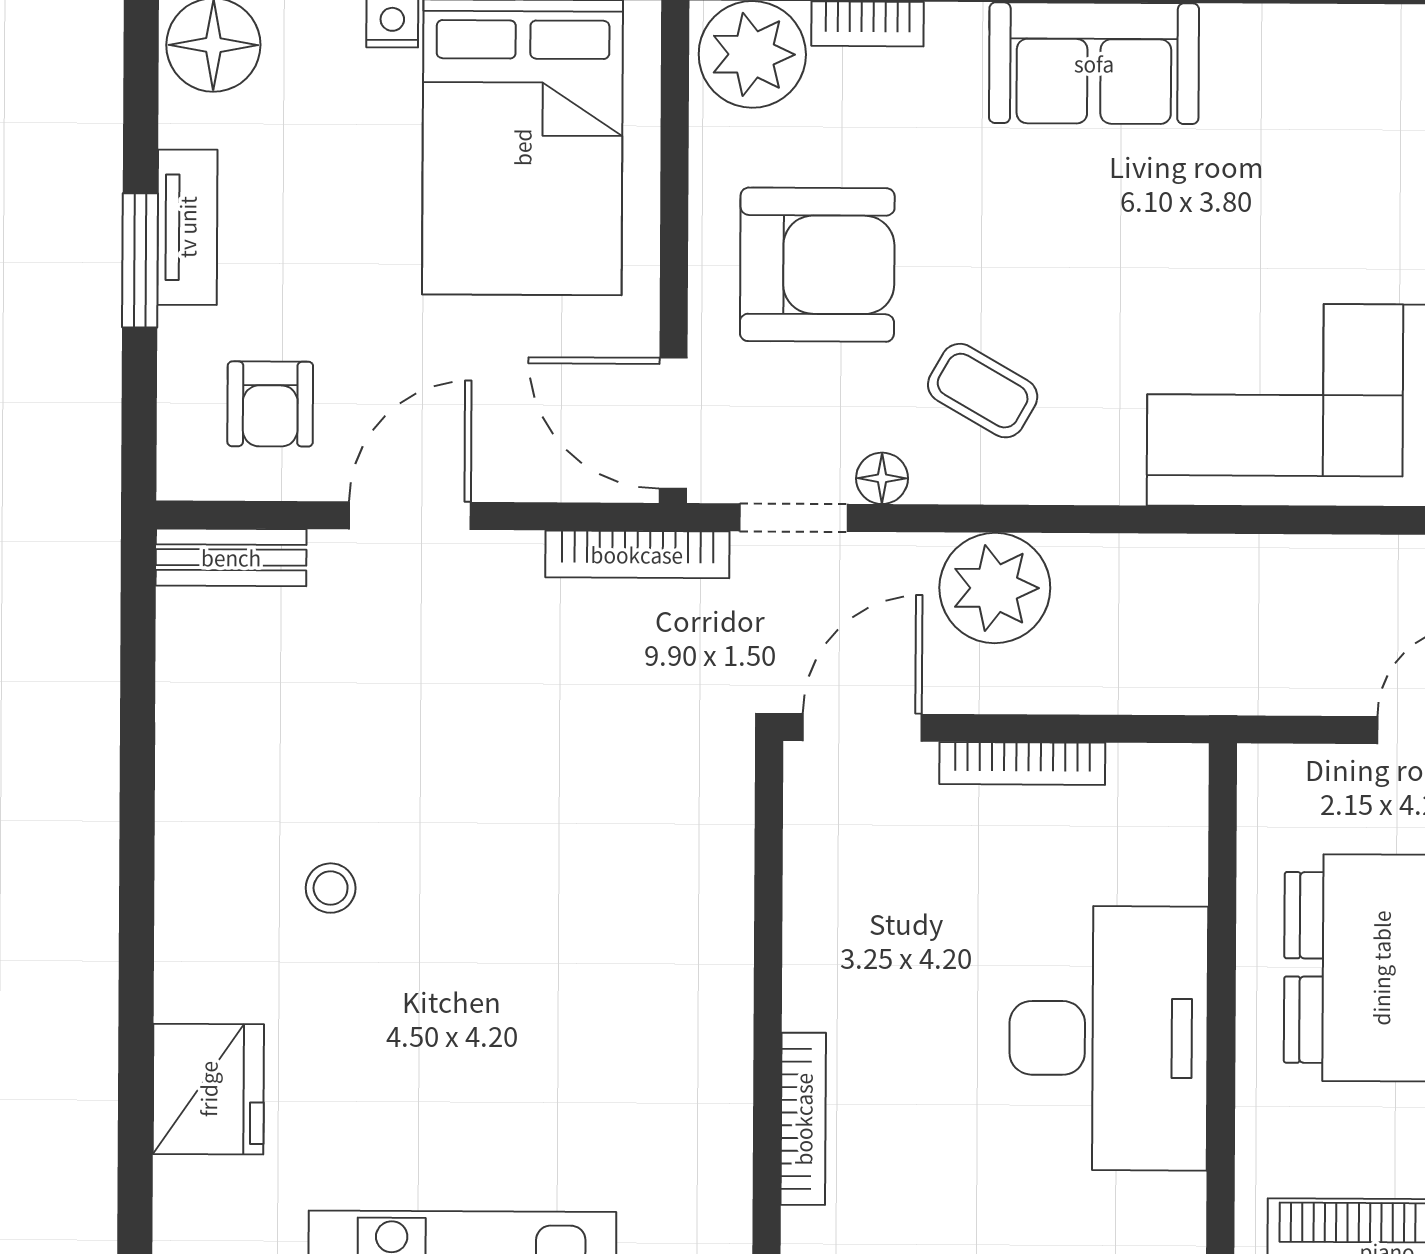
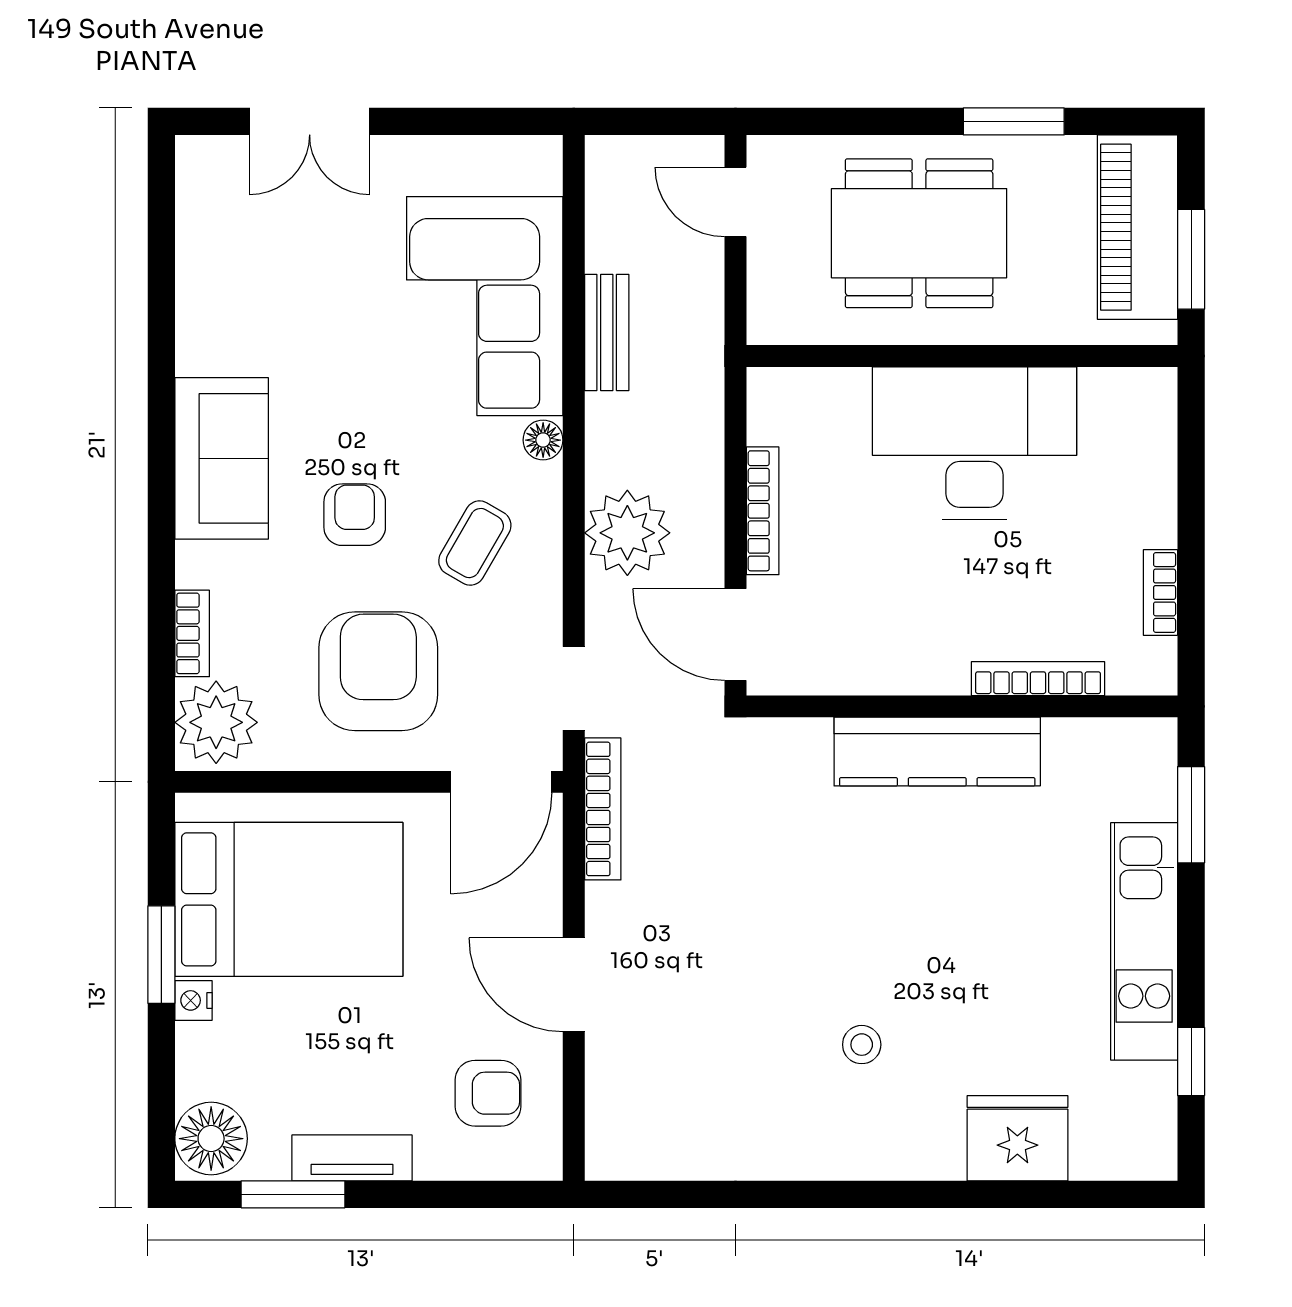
armchair: (1020, 235) -> (355, 515), added
window: (140, 260) -> (293, 1194), moved
floor lamp: (882, 478) -> (543, 440), moved
bench: (231, 557) -> (607, 332), moved
kitchen counter: (709, 988) -> (937, 752), added

